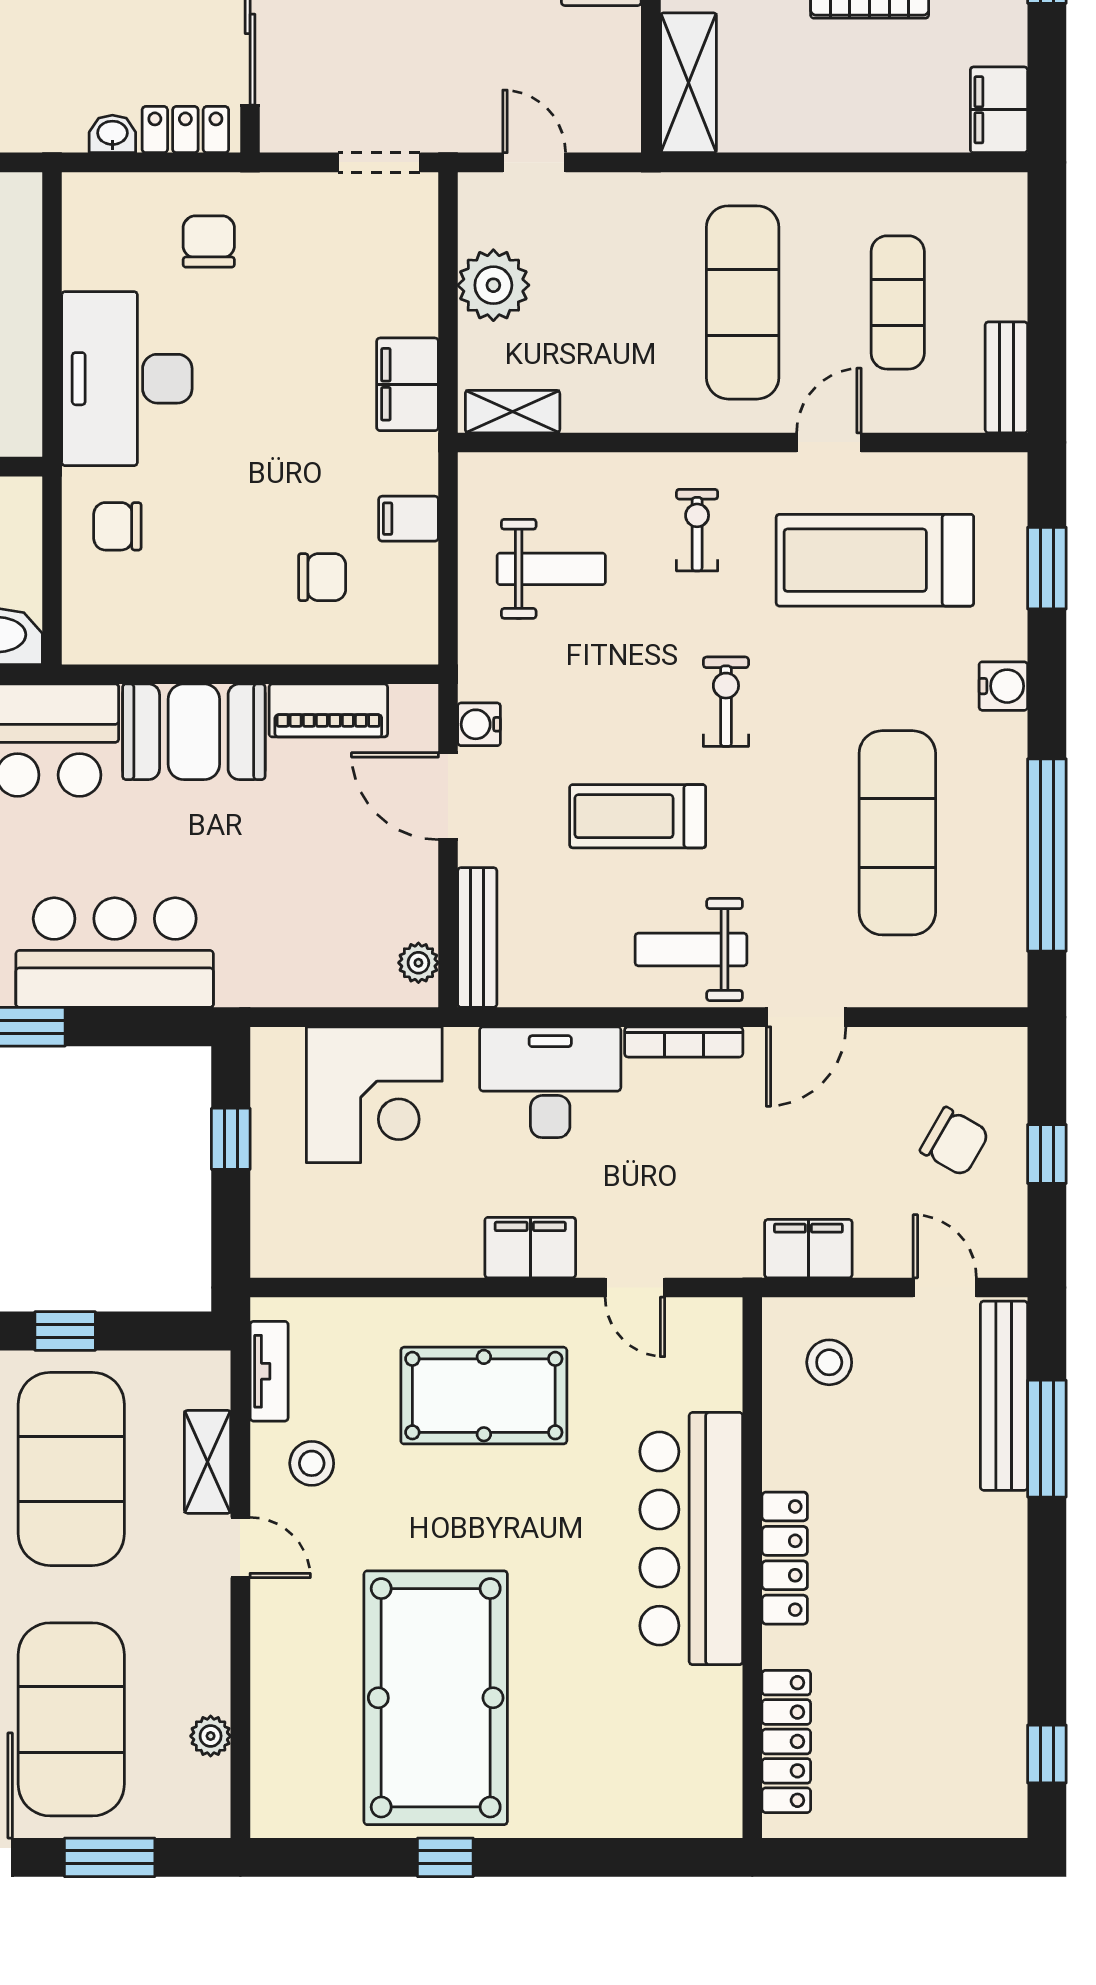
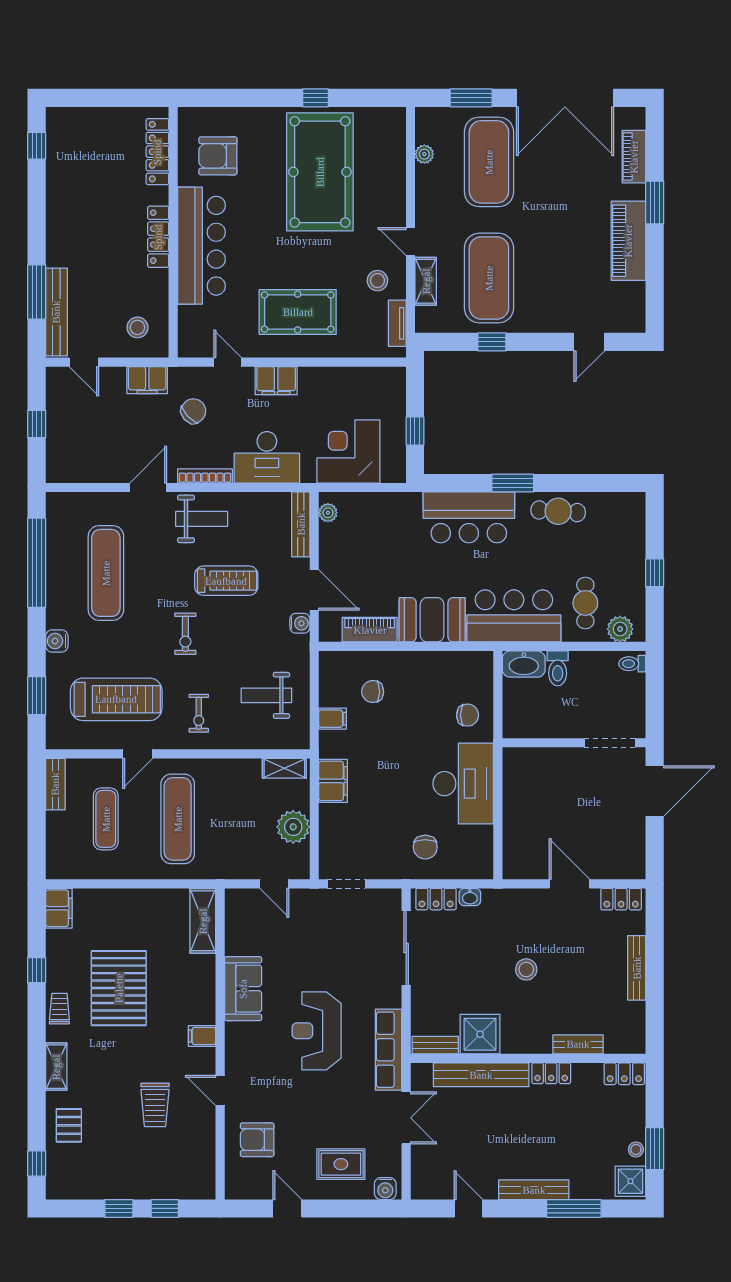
chair: (955, 1142) -> (193, 411), moved, turned 107
armchair: (656, 1732) -> (218, 156), added

